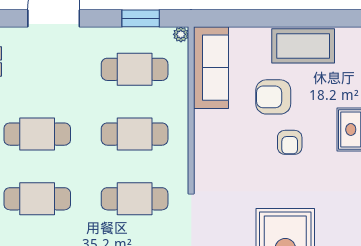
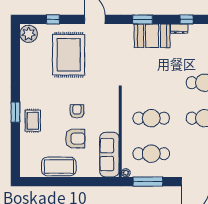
window: (141, 18) -> (148, 182), width x1.44
armchair: (290, 142) -> (77, 111), moved
cafe table: (135, 199) -> (151, 83), removed

